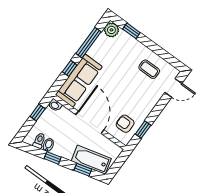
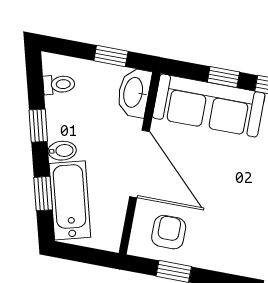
washbasin: (55, 105) -> (134, 93), width x1.91, depth x1.45
door: (90, 122) -> (139, 164), hinge flipped
bidet: (48, 145) -> (62, 151), moved

